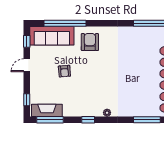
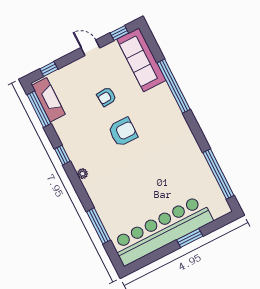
window: (65, 23) -> (174, 86), moved
armchair: (90, 42) -> (123, 132), moved

